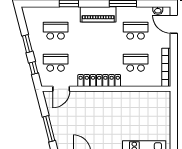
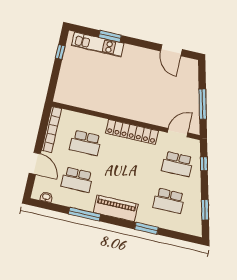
door: (174, 24) -> (35, 163), moved
window: (27, 44) -> (205, 210), moved
window: (49, 129) -> (203, 104), moved
window: (174, 133) -> (60, 52), added

